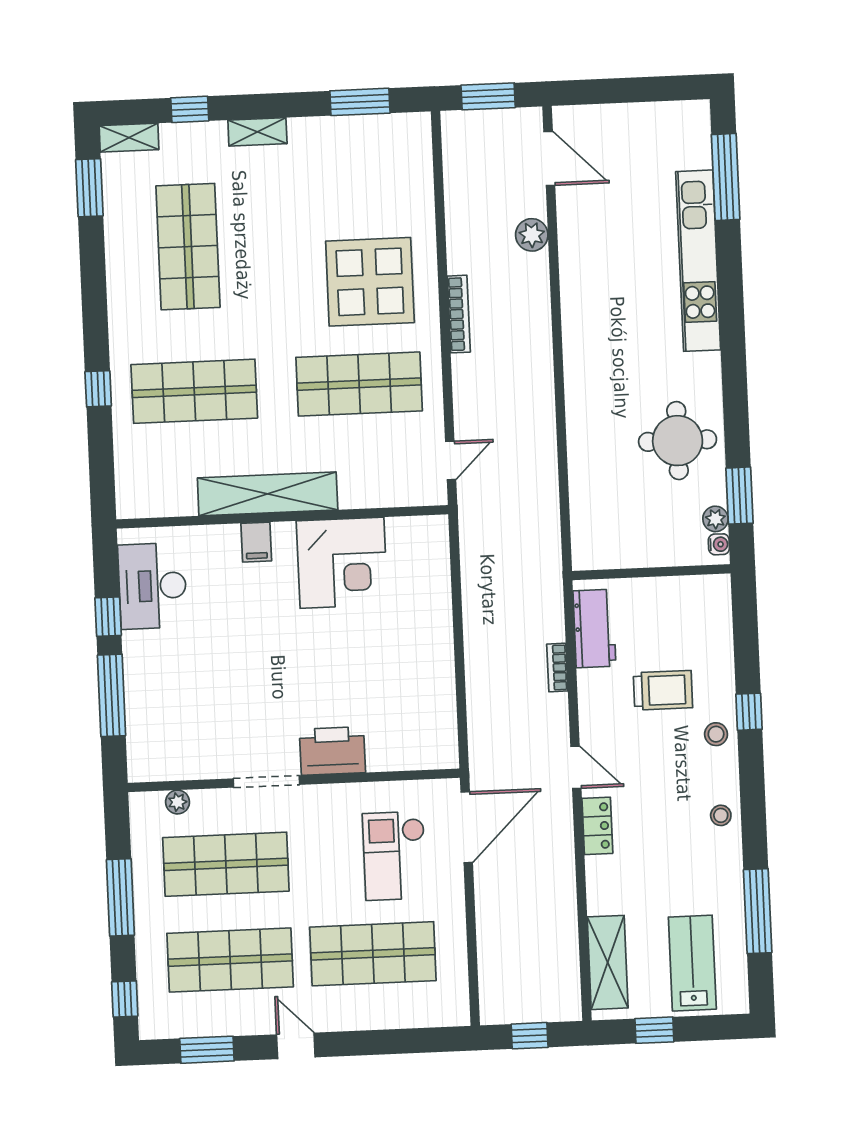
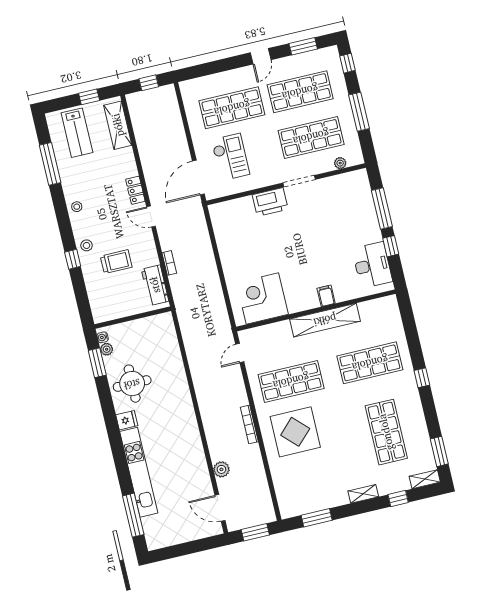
fridge: (702, 369) -> (127, 420), added
window: (98, 389) -> (422, 378), moved
corner desk: (342, 563) -> (262, 299), moved
trolley: (663, 690) -> (116, 262), turned 180
door: (296, 1046) -> (261, 56), hinge flipped

